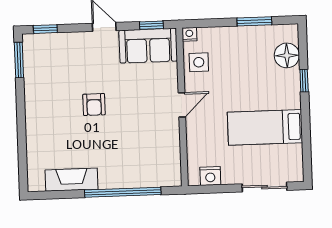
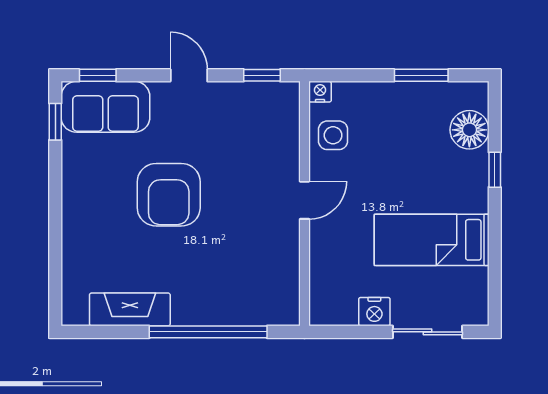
sofa: (148, 46) -> (105, 107), moved
window: (19, 60) -> (55, 122), width x0.67
armchair: (94, 105) -> (169, 195), width x1.88, depth x1.88
nightstand: (210, 176) -> (374, 312), moved

